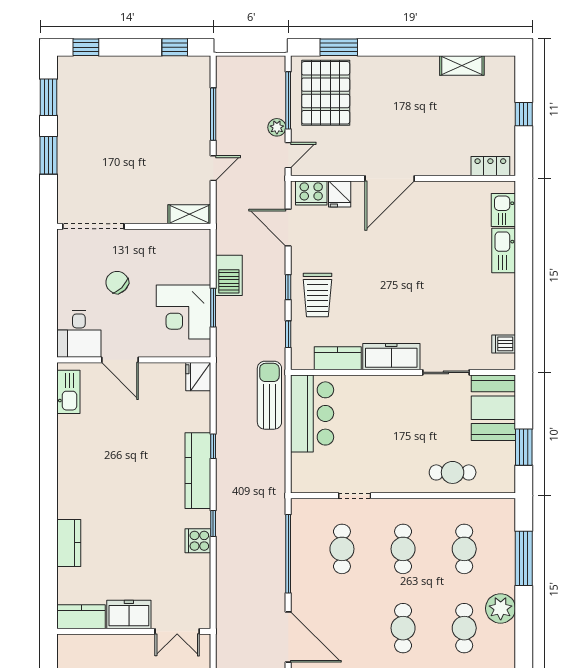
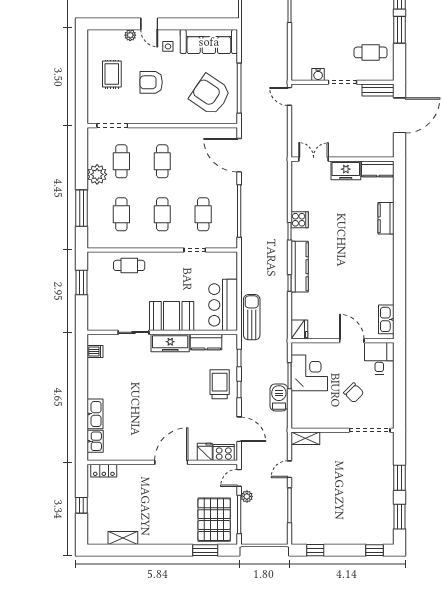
sun lounger: (269, 395) -> (252, 317), turned 180
booth: (493, 408) -> (172, 316), moved, turned 90

